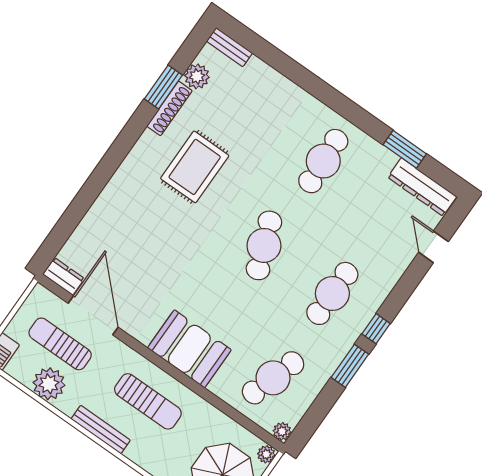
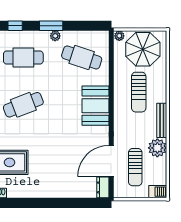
window: (376, 329) -> (15, 26), moved
plant: (49, 384) -> (157, 148), moved
sun lounger: (148, 401) -> (139, 92), moved, turned 180
plant: (282, 431) -> (55, 36), moved

